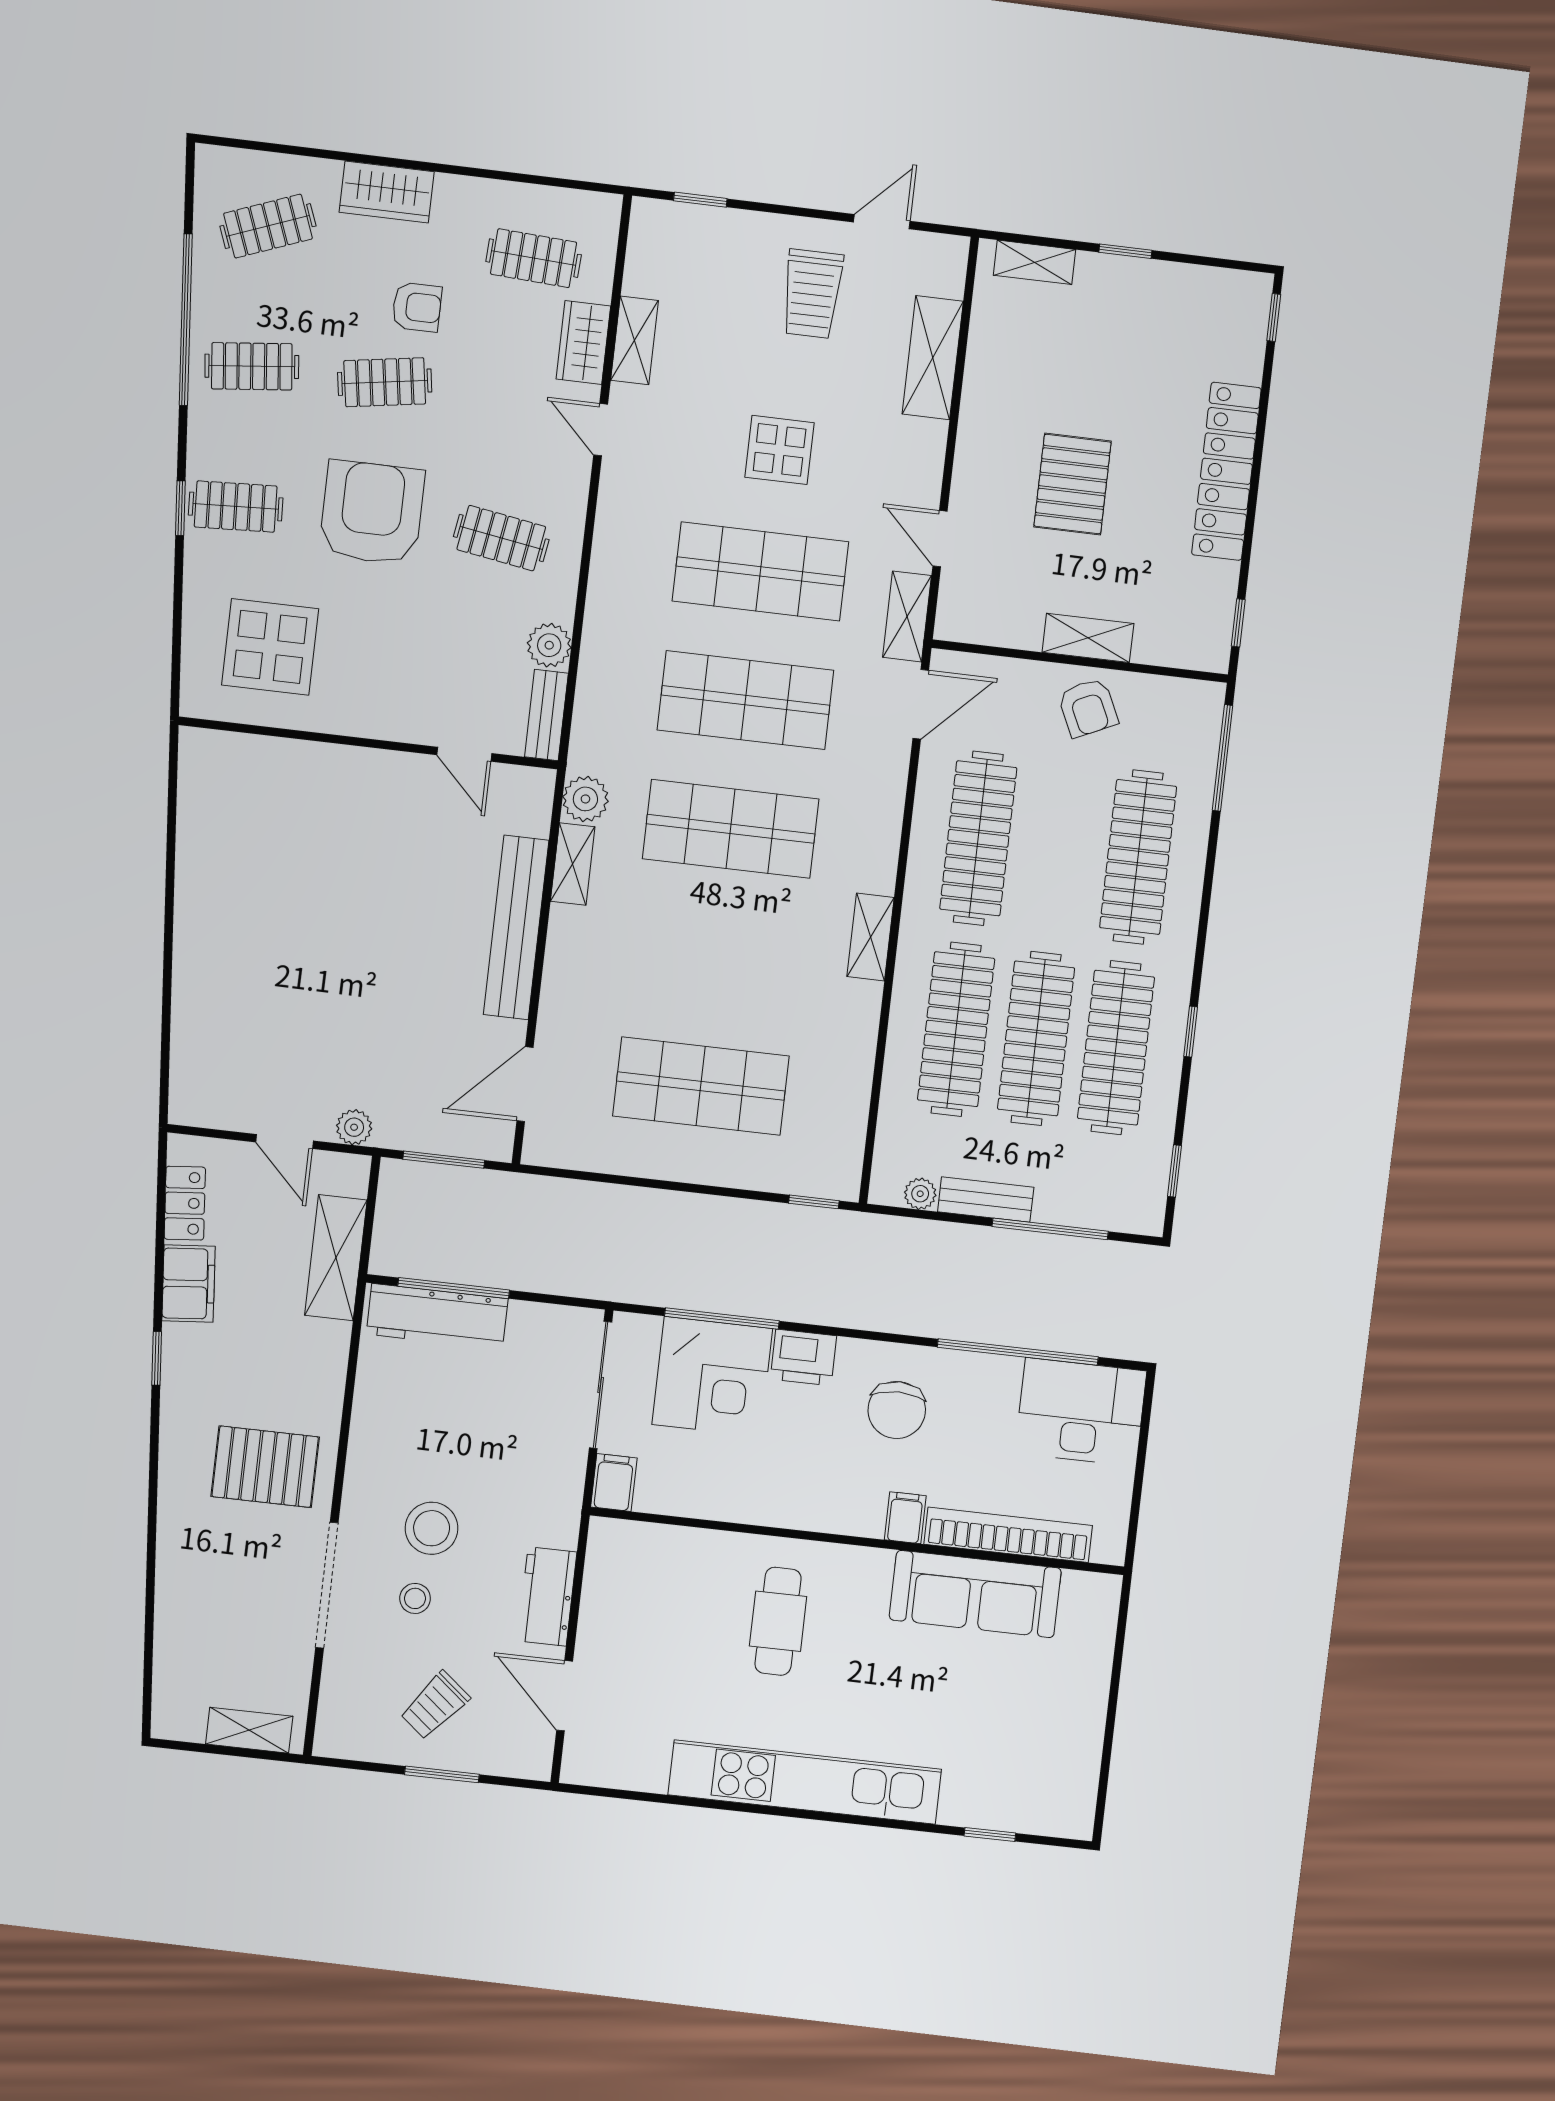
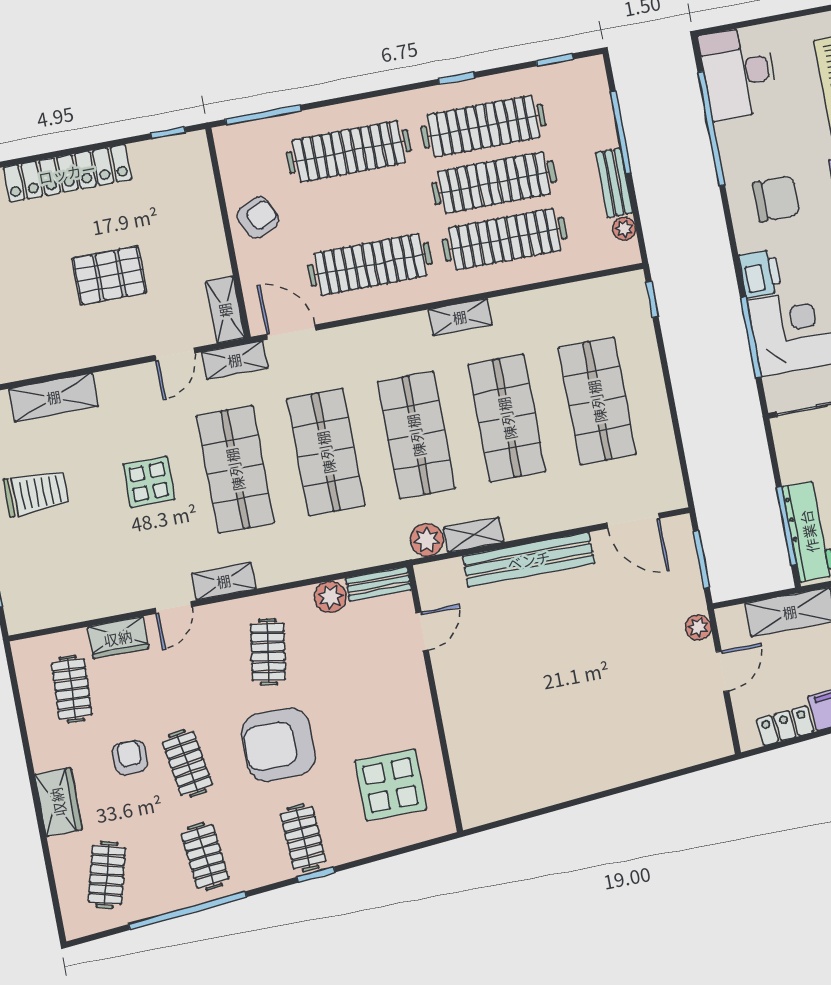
clothes rail: (268, 226) -> (107, 875), turned 36
shelving: (634, 340) -> (224, 581), moved
shelving: (1088, 638) -> (225, 310), moved
shop shelf: (716, 957) -> (507, 418), added

